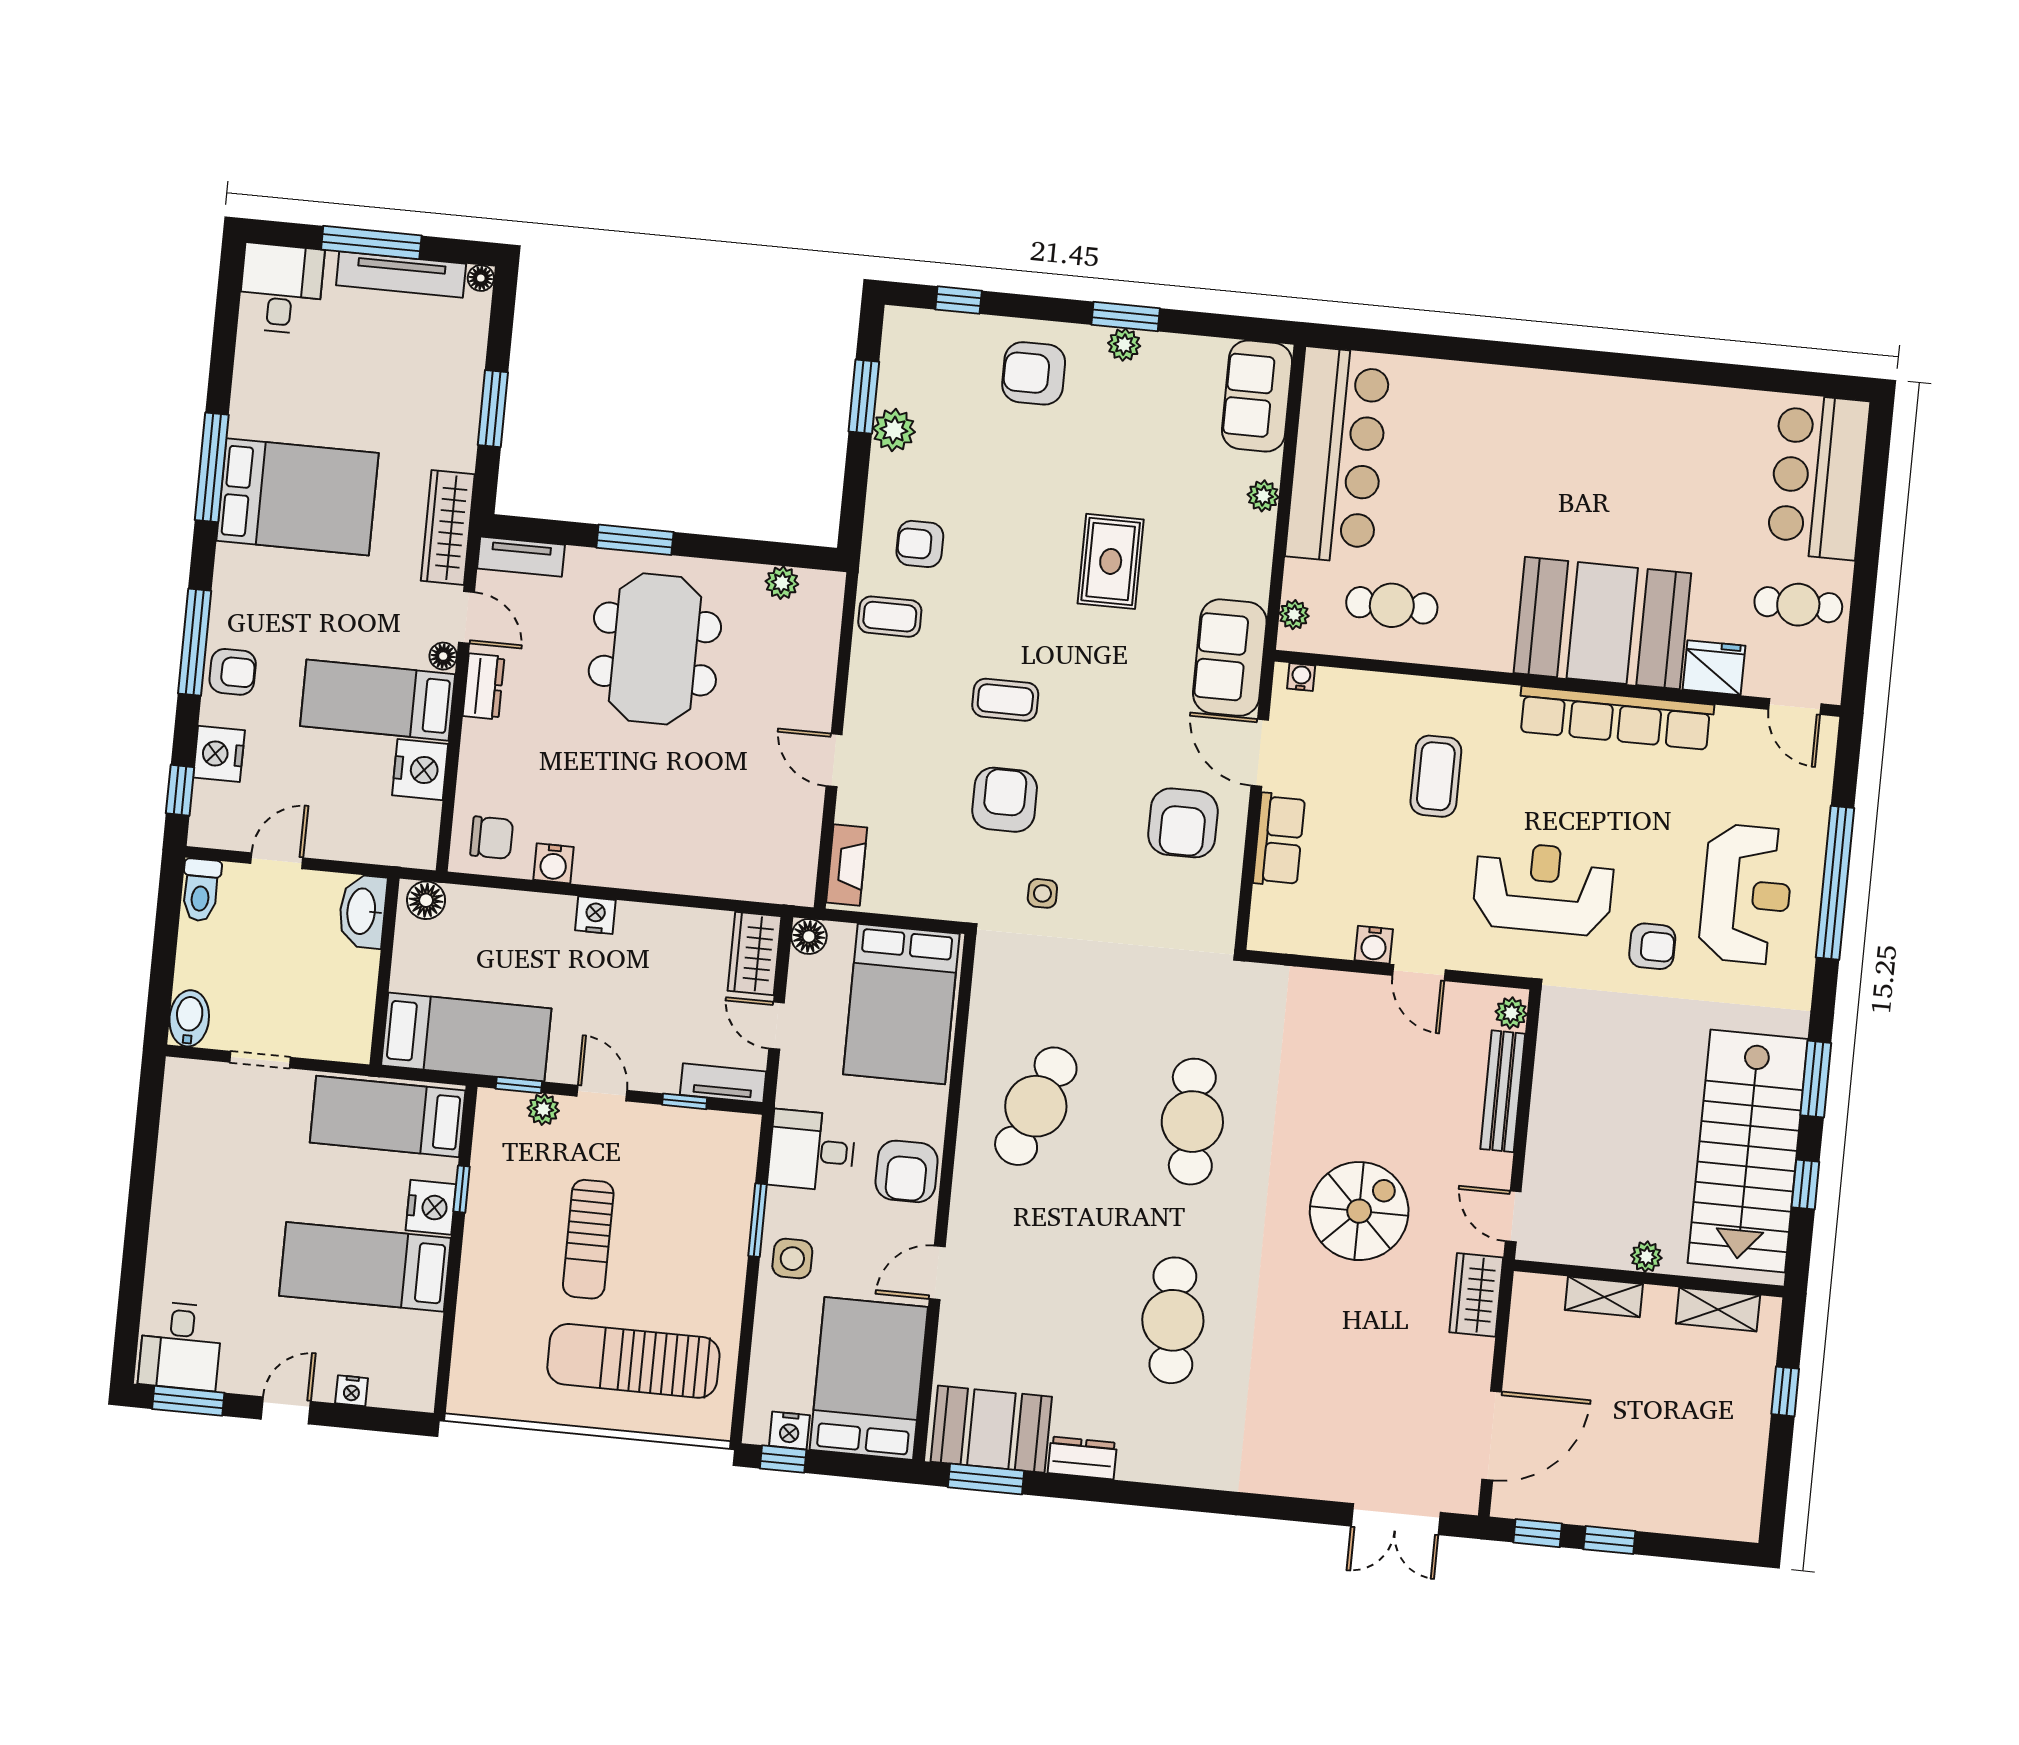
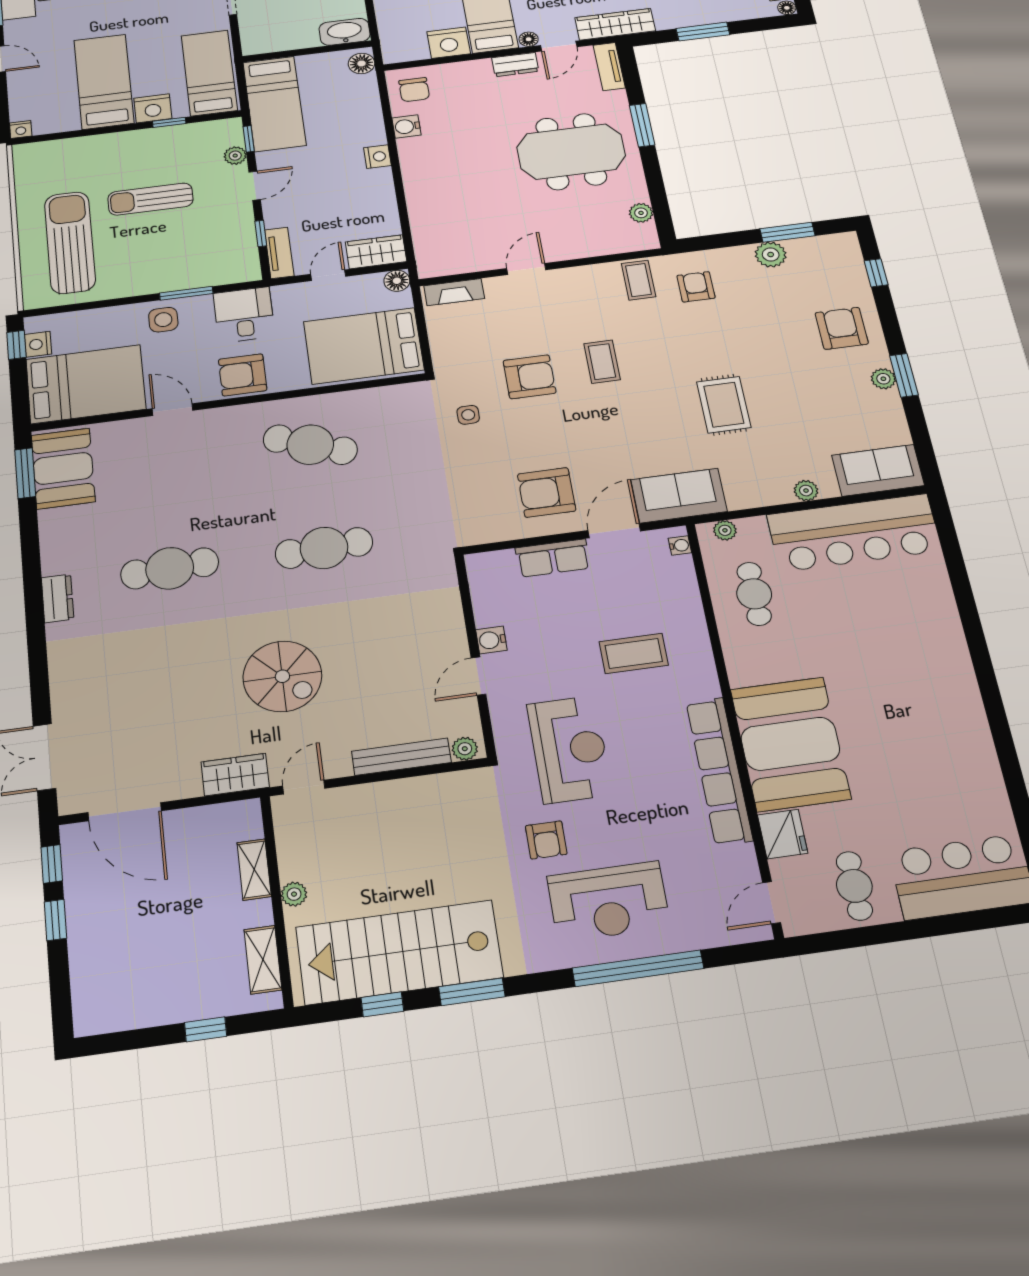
rug: (1111, 561) -> (724, 405), turned 90
nightstand: (352, 1391) -> (21, 129), moved, turned -90
dresser: (1082, 1458) -> (58, 598), moved

